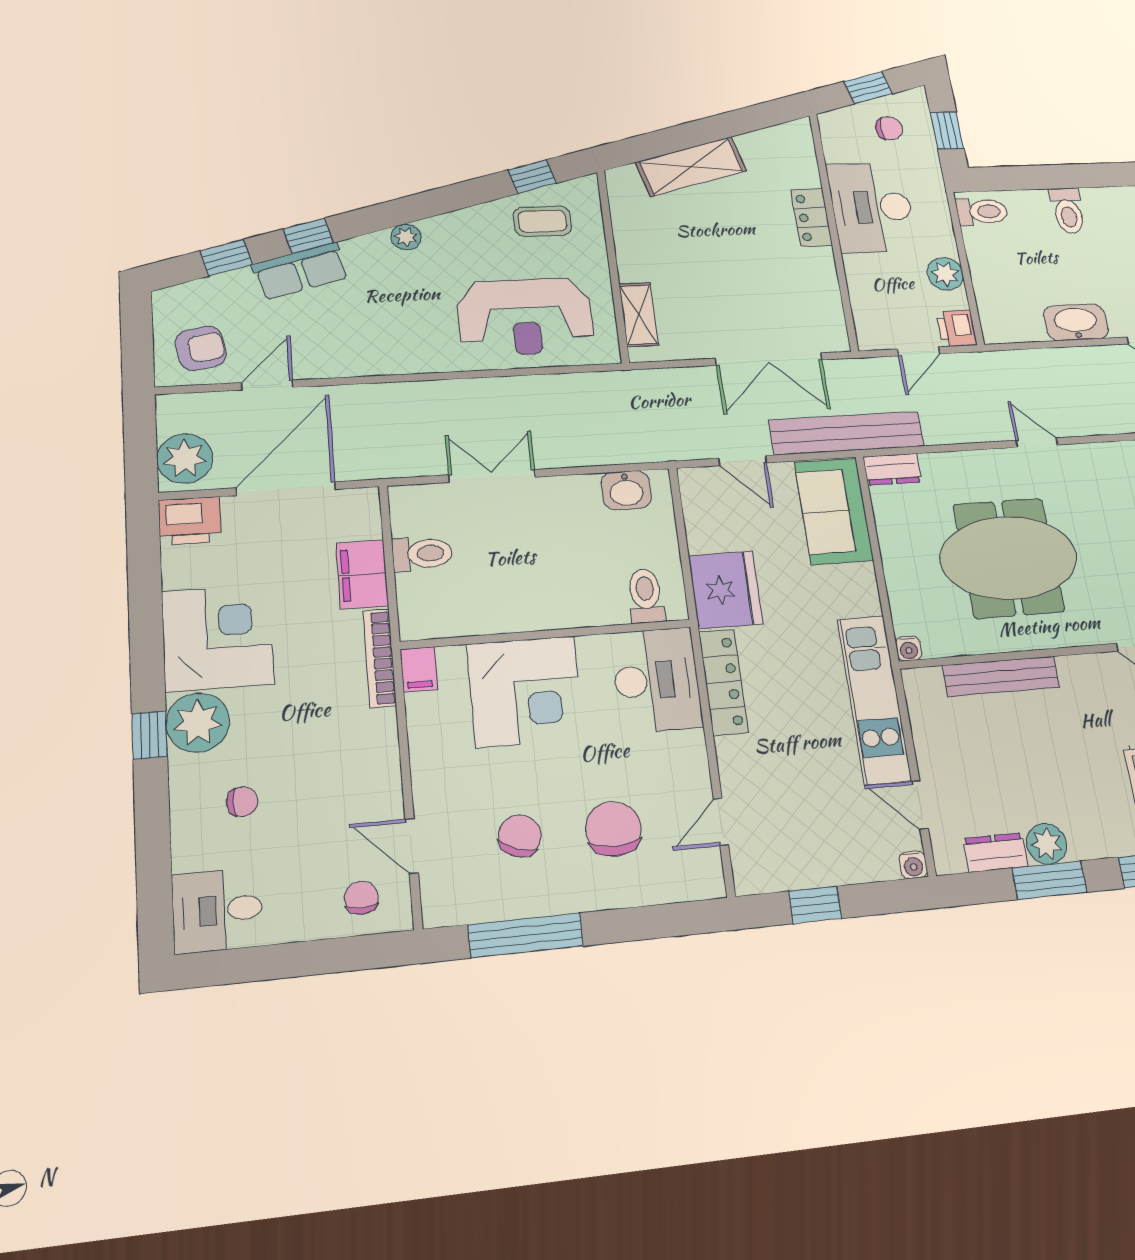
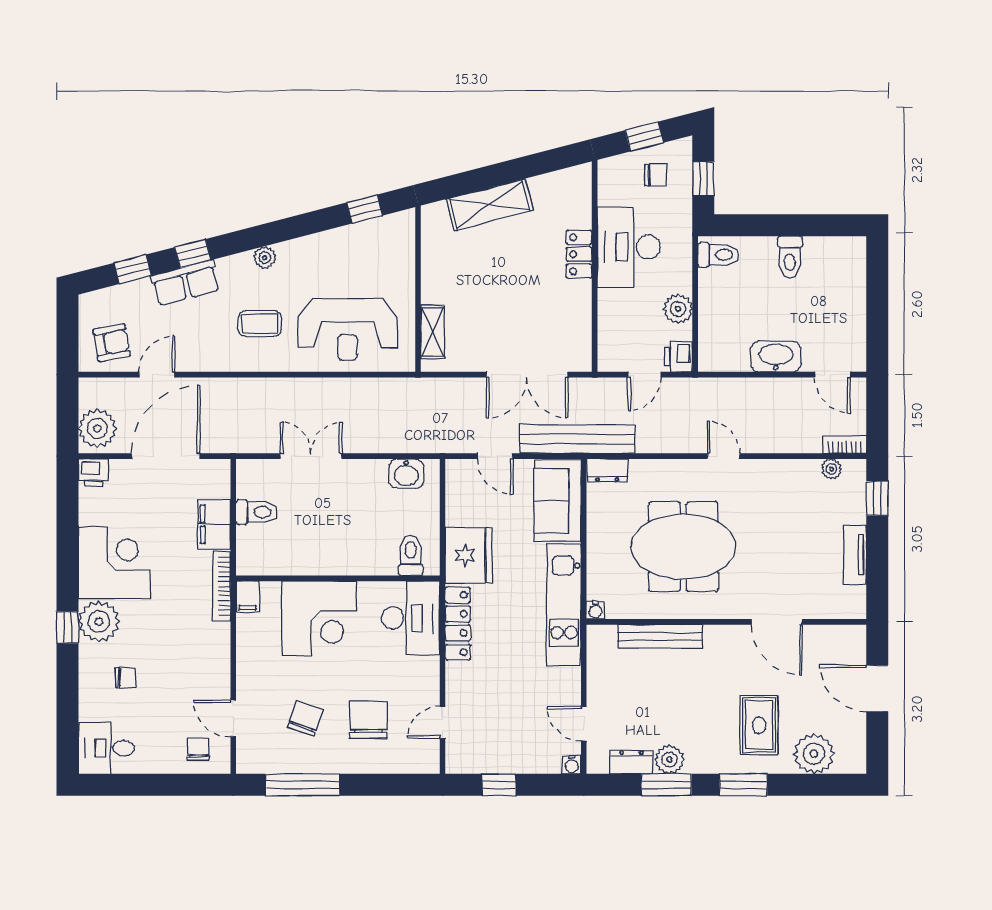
coffee table: (542, 221) -> (260, 323), moved
printer: (190, 521) -> (94, 473), width x0.73, depth x0.81
kitchen unit: (874, 699) -> (564, 605), moved

